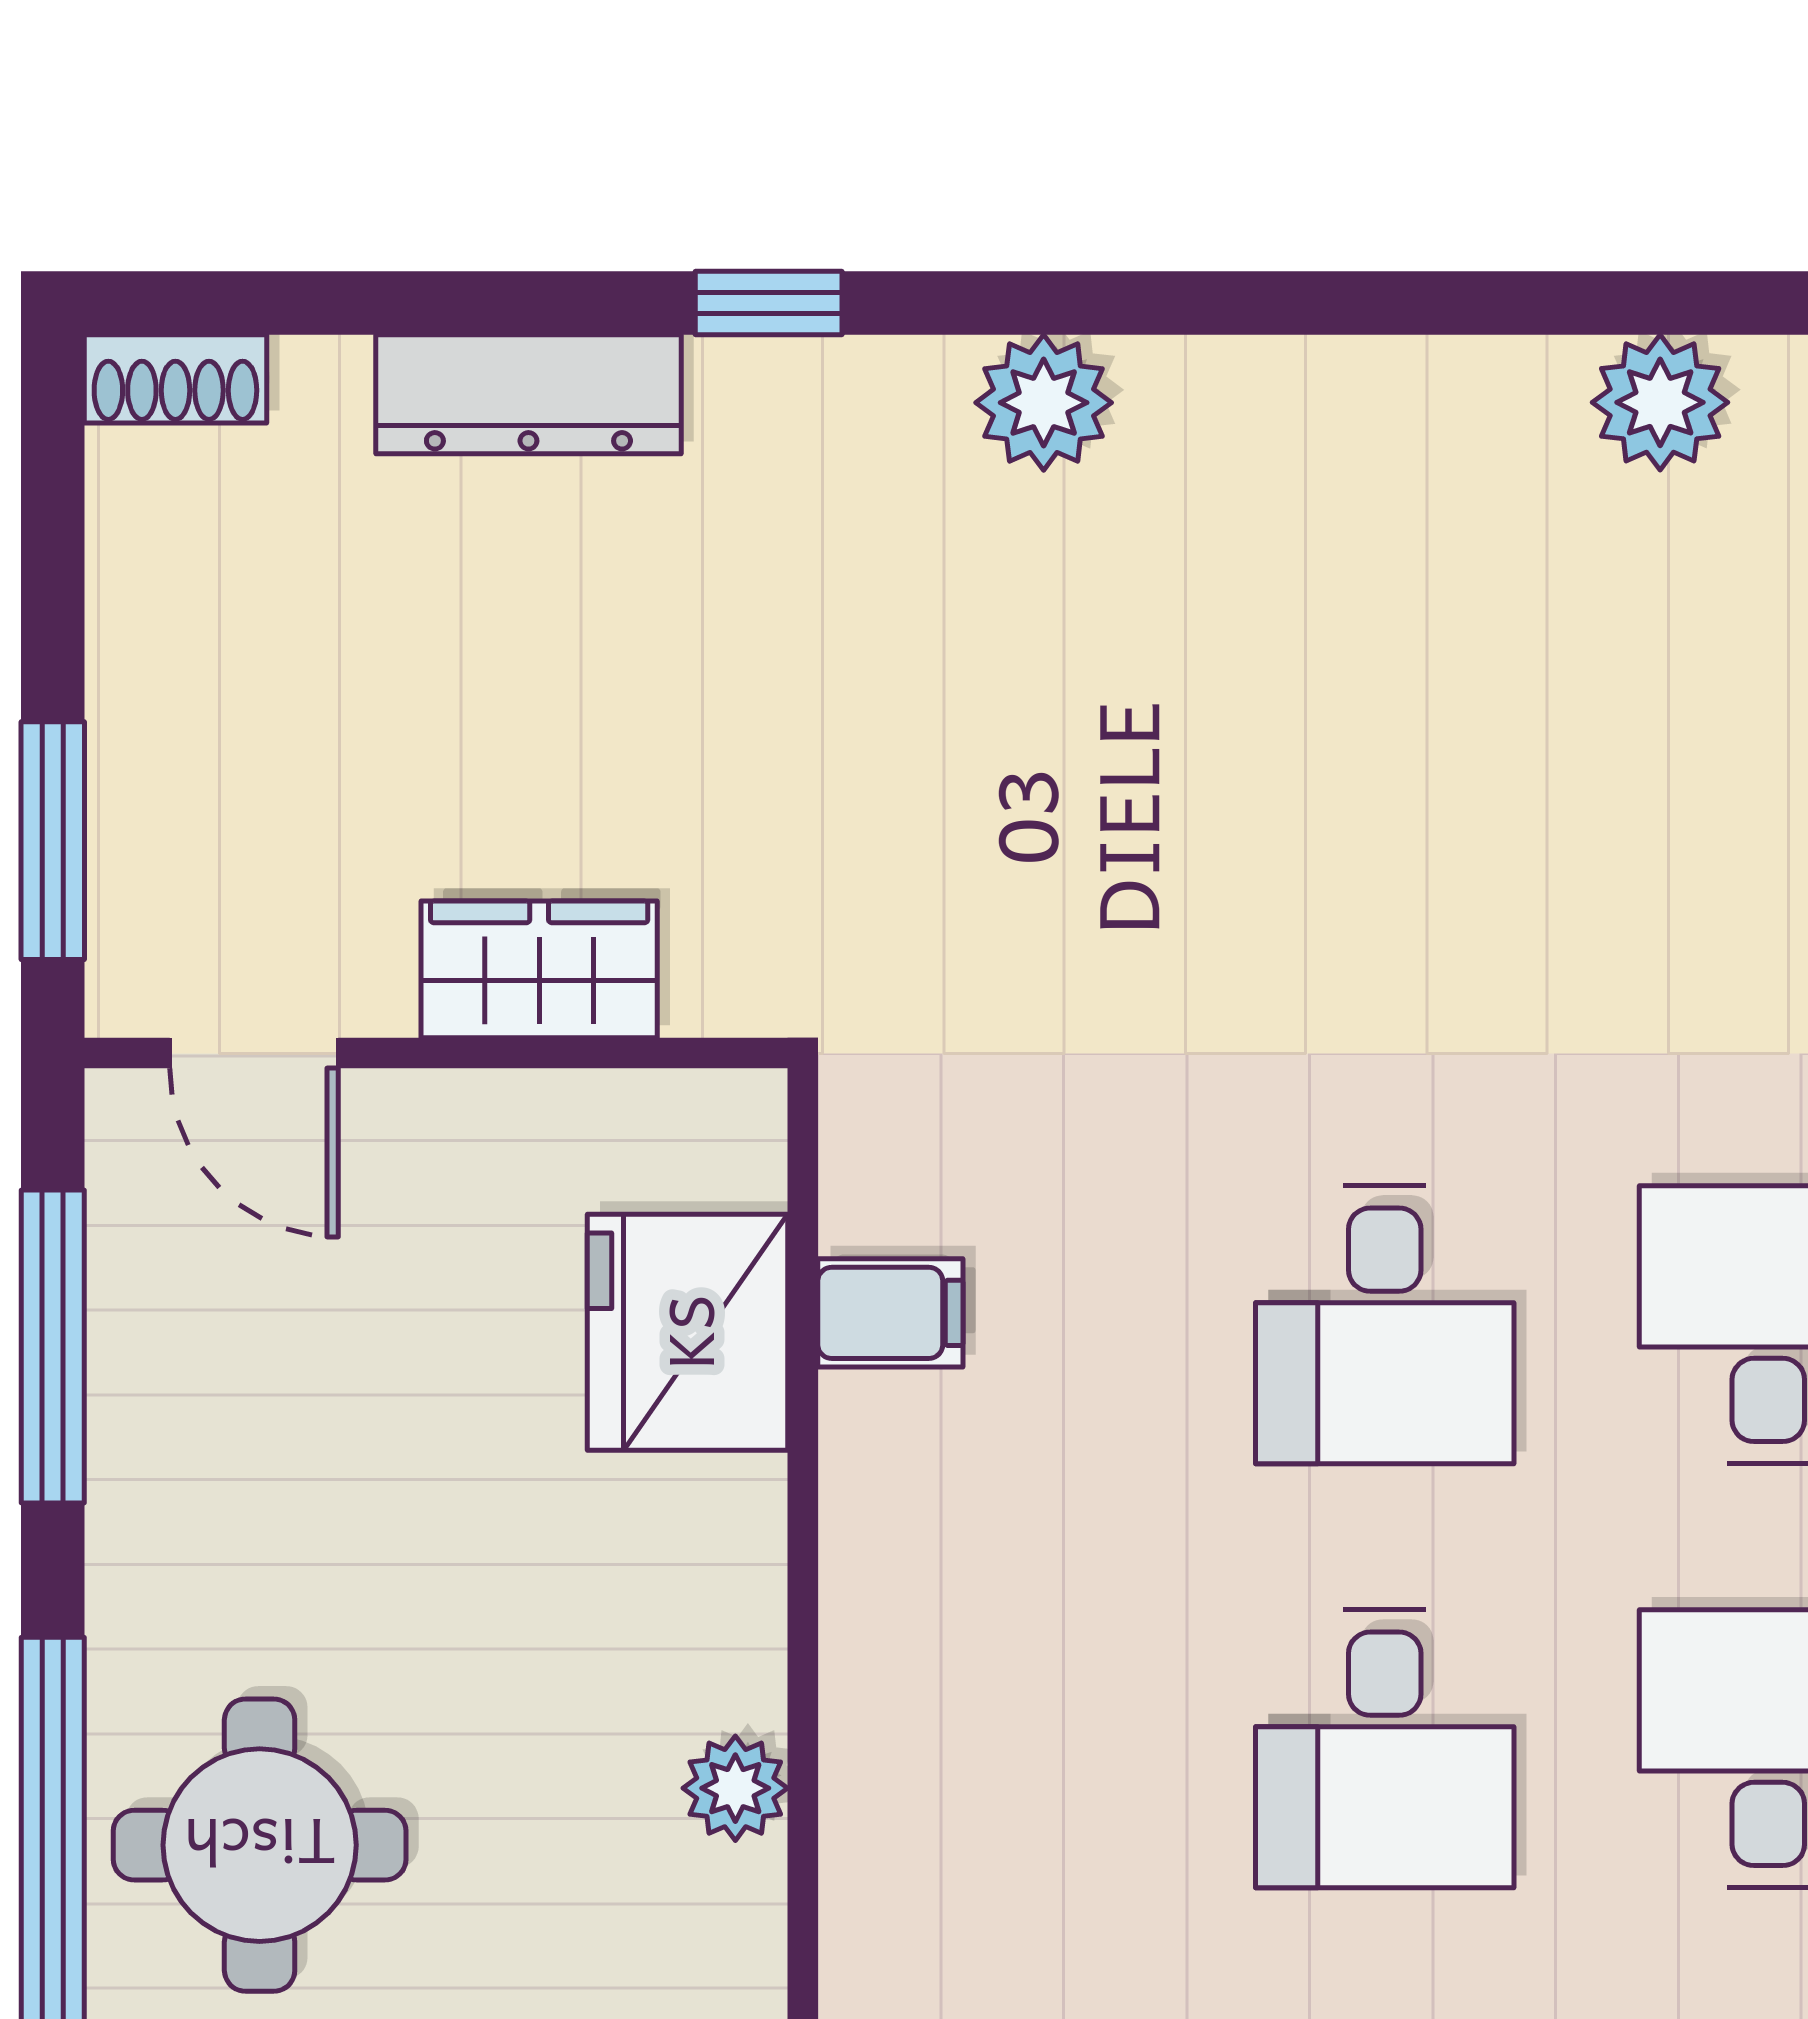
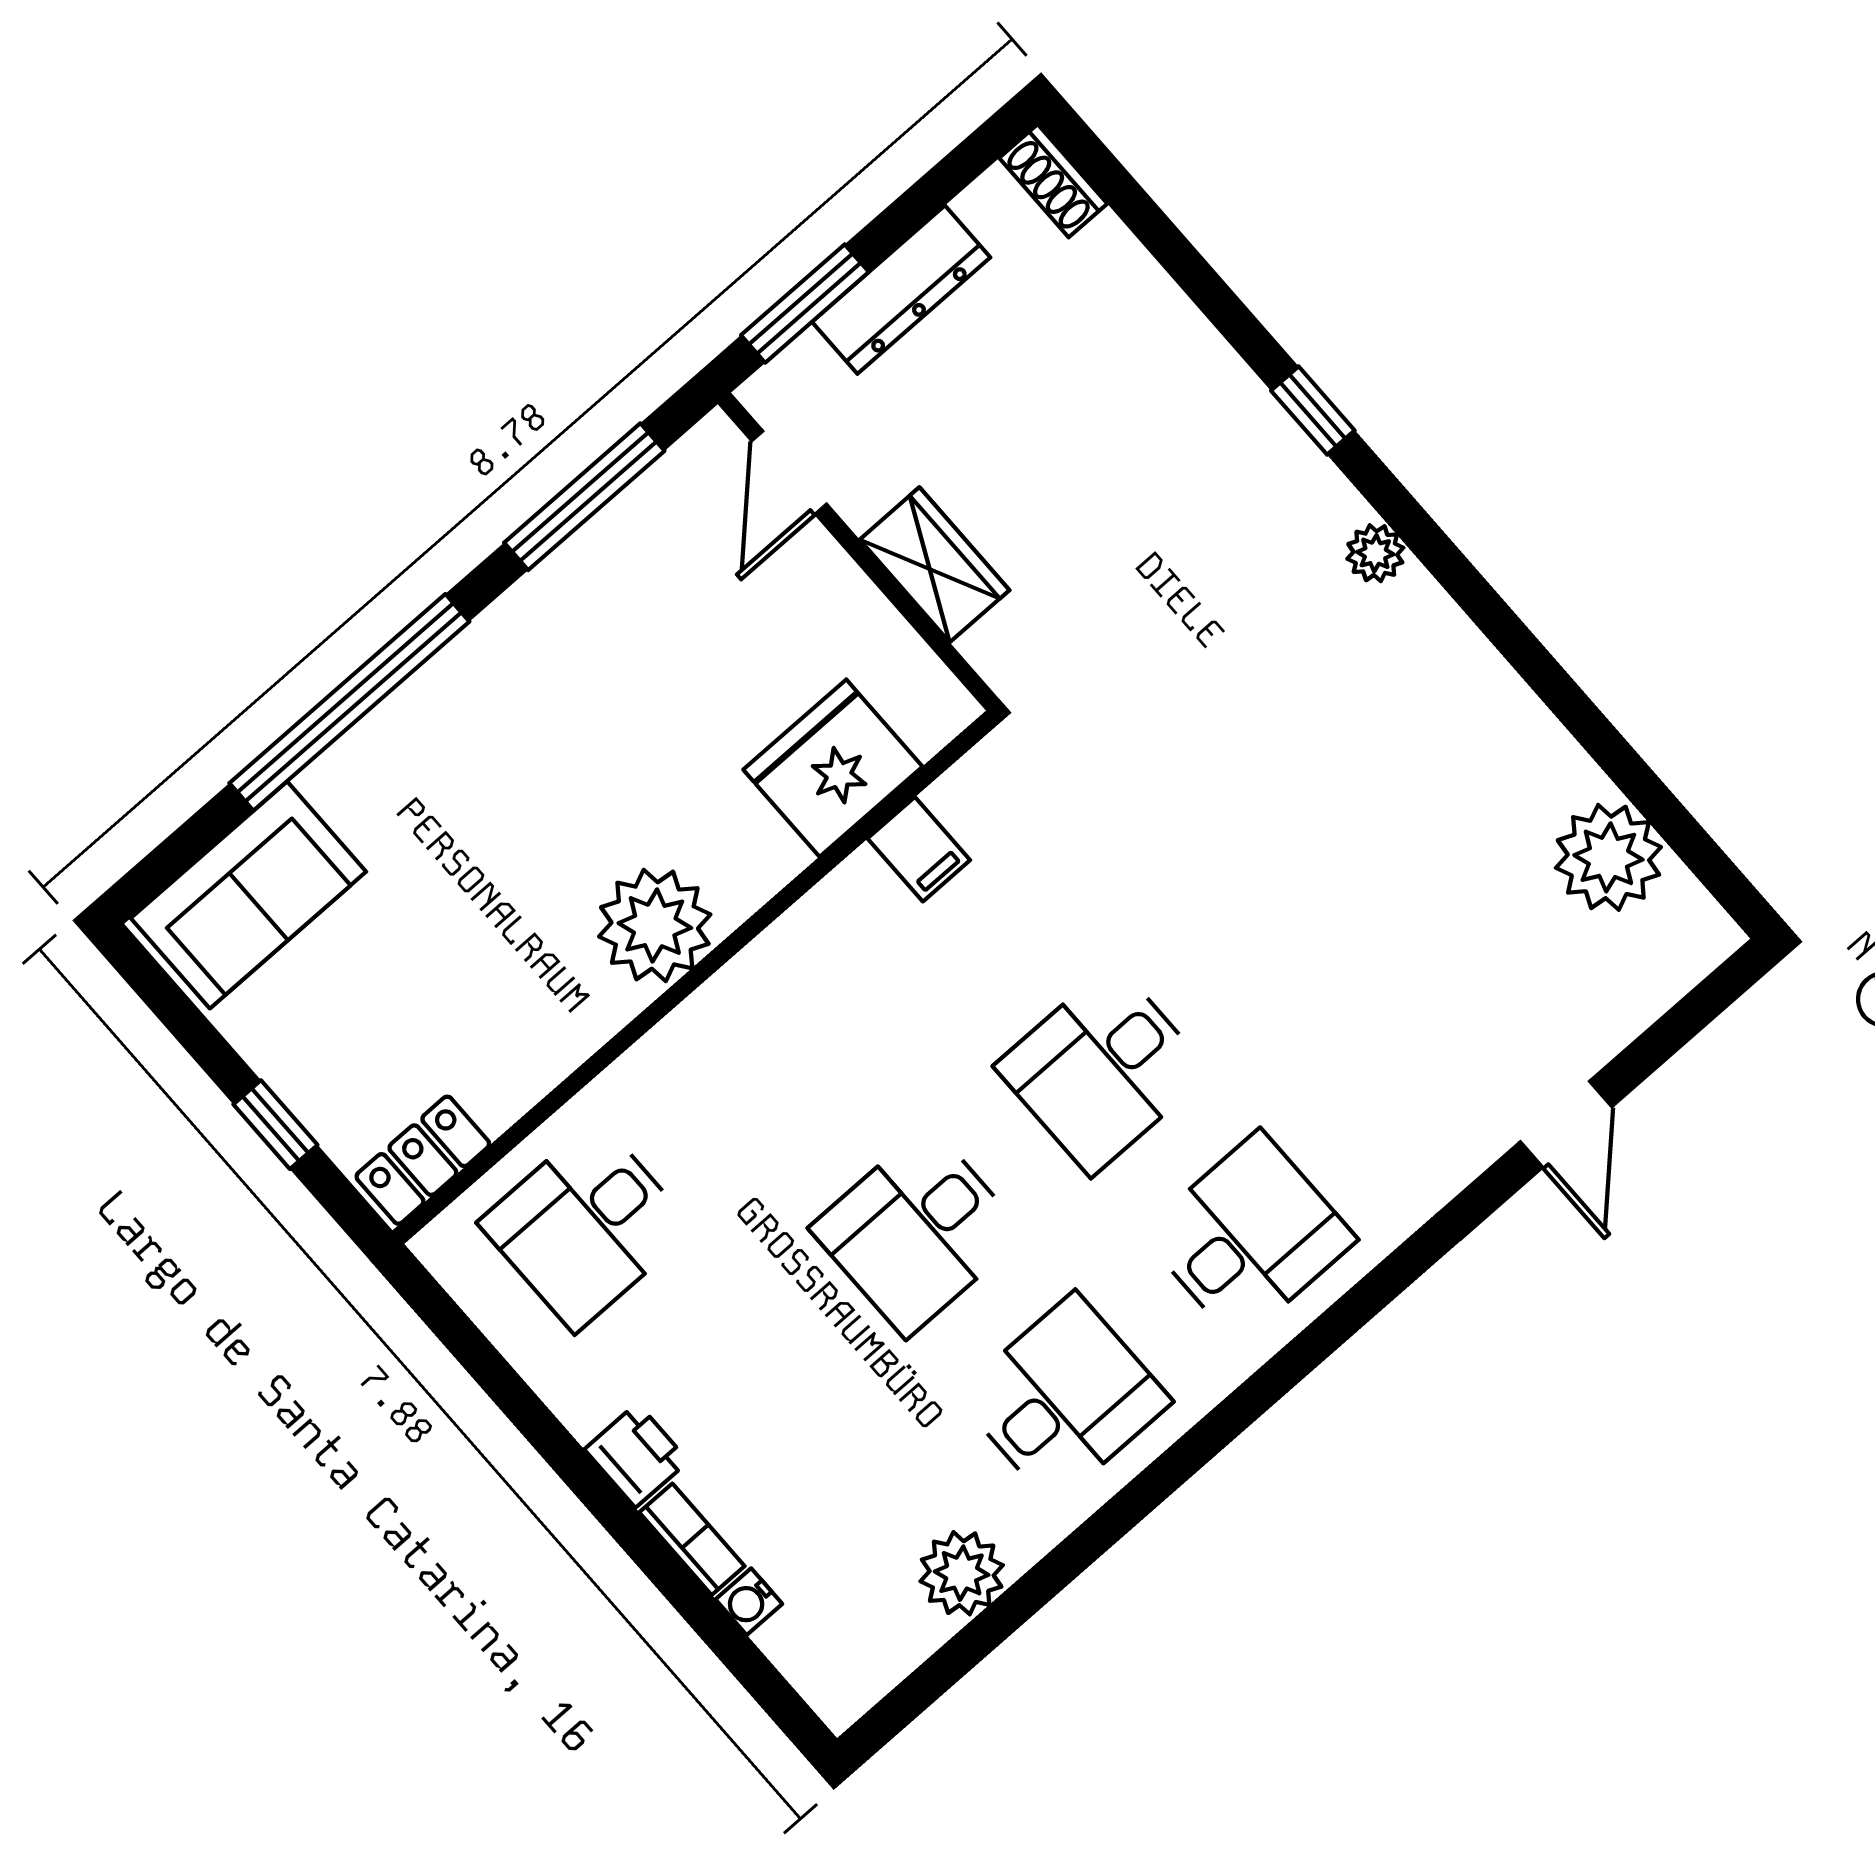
dresser: (528, 394) -> (901, 290), moved, turned -90
plant: (1660, 402) -> (1608, 857), width x1.36, depth x1.36
plant: (1044, 403) -> (1375, 553), width x0.73, depth x0.73
plant: (735, 1788) -> (655, 925), width x1.88, depth x1.88
round table: (260, 1845) -> (446, 777), removed

